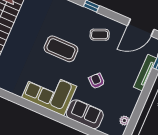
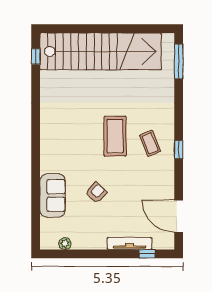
coffee table: (100, 35) -> (150, 143), moved
corner sofa: (49, 92) -> (60, 144), removed

